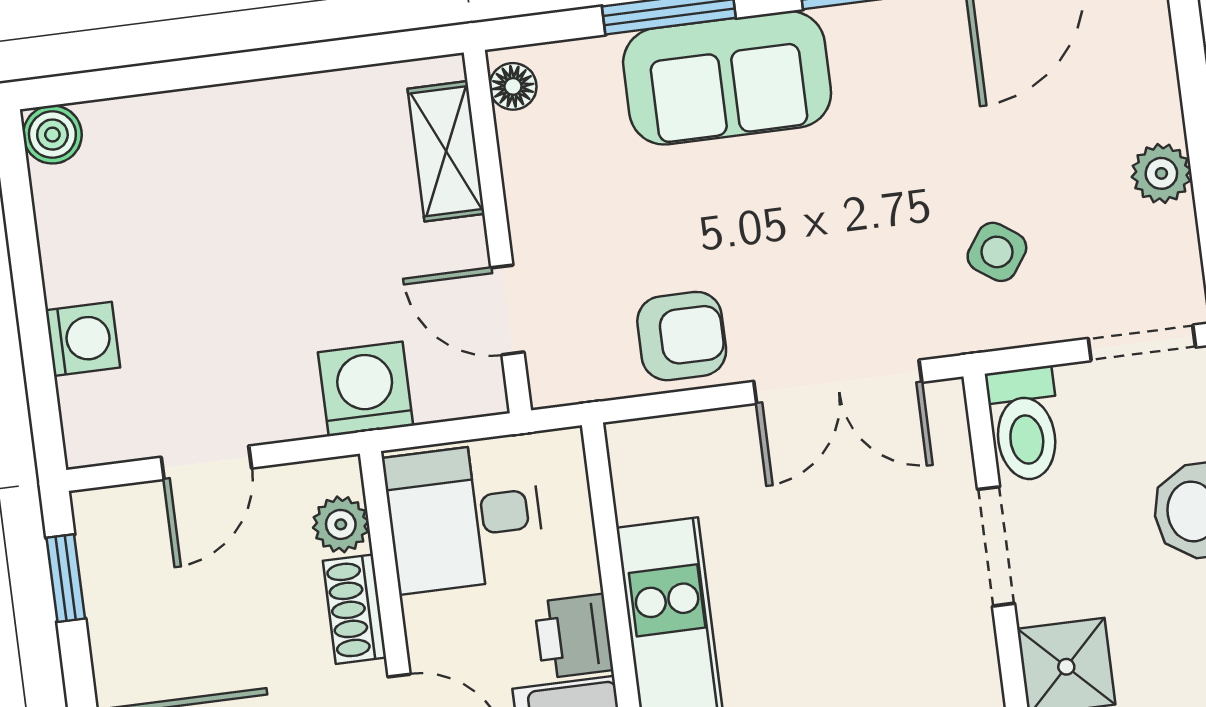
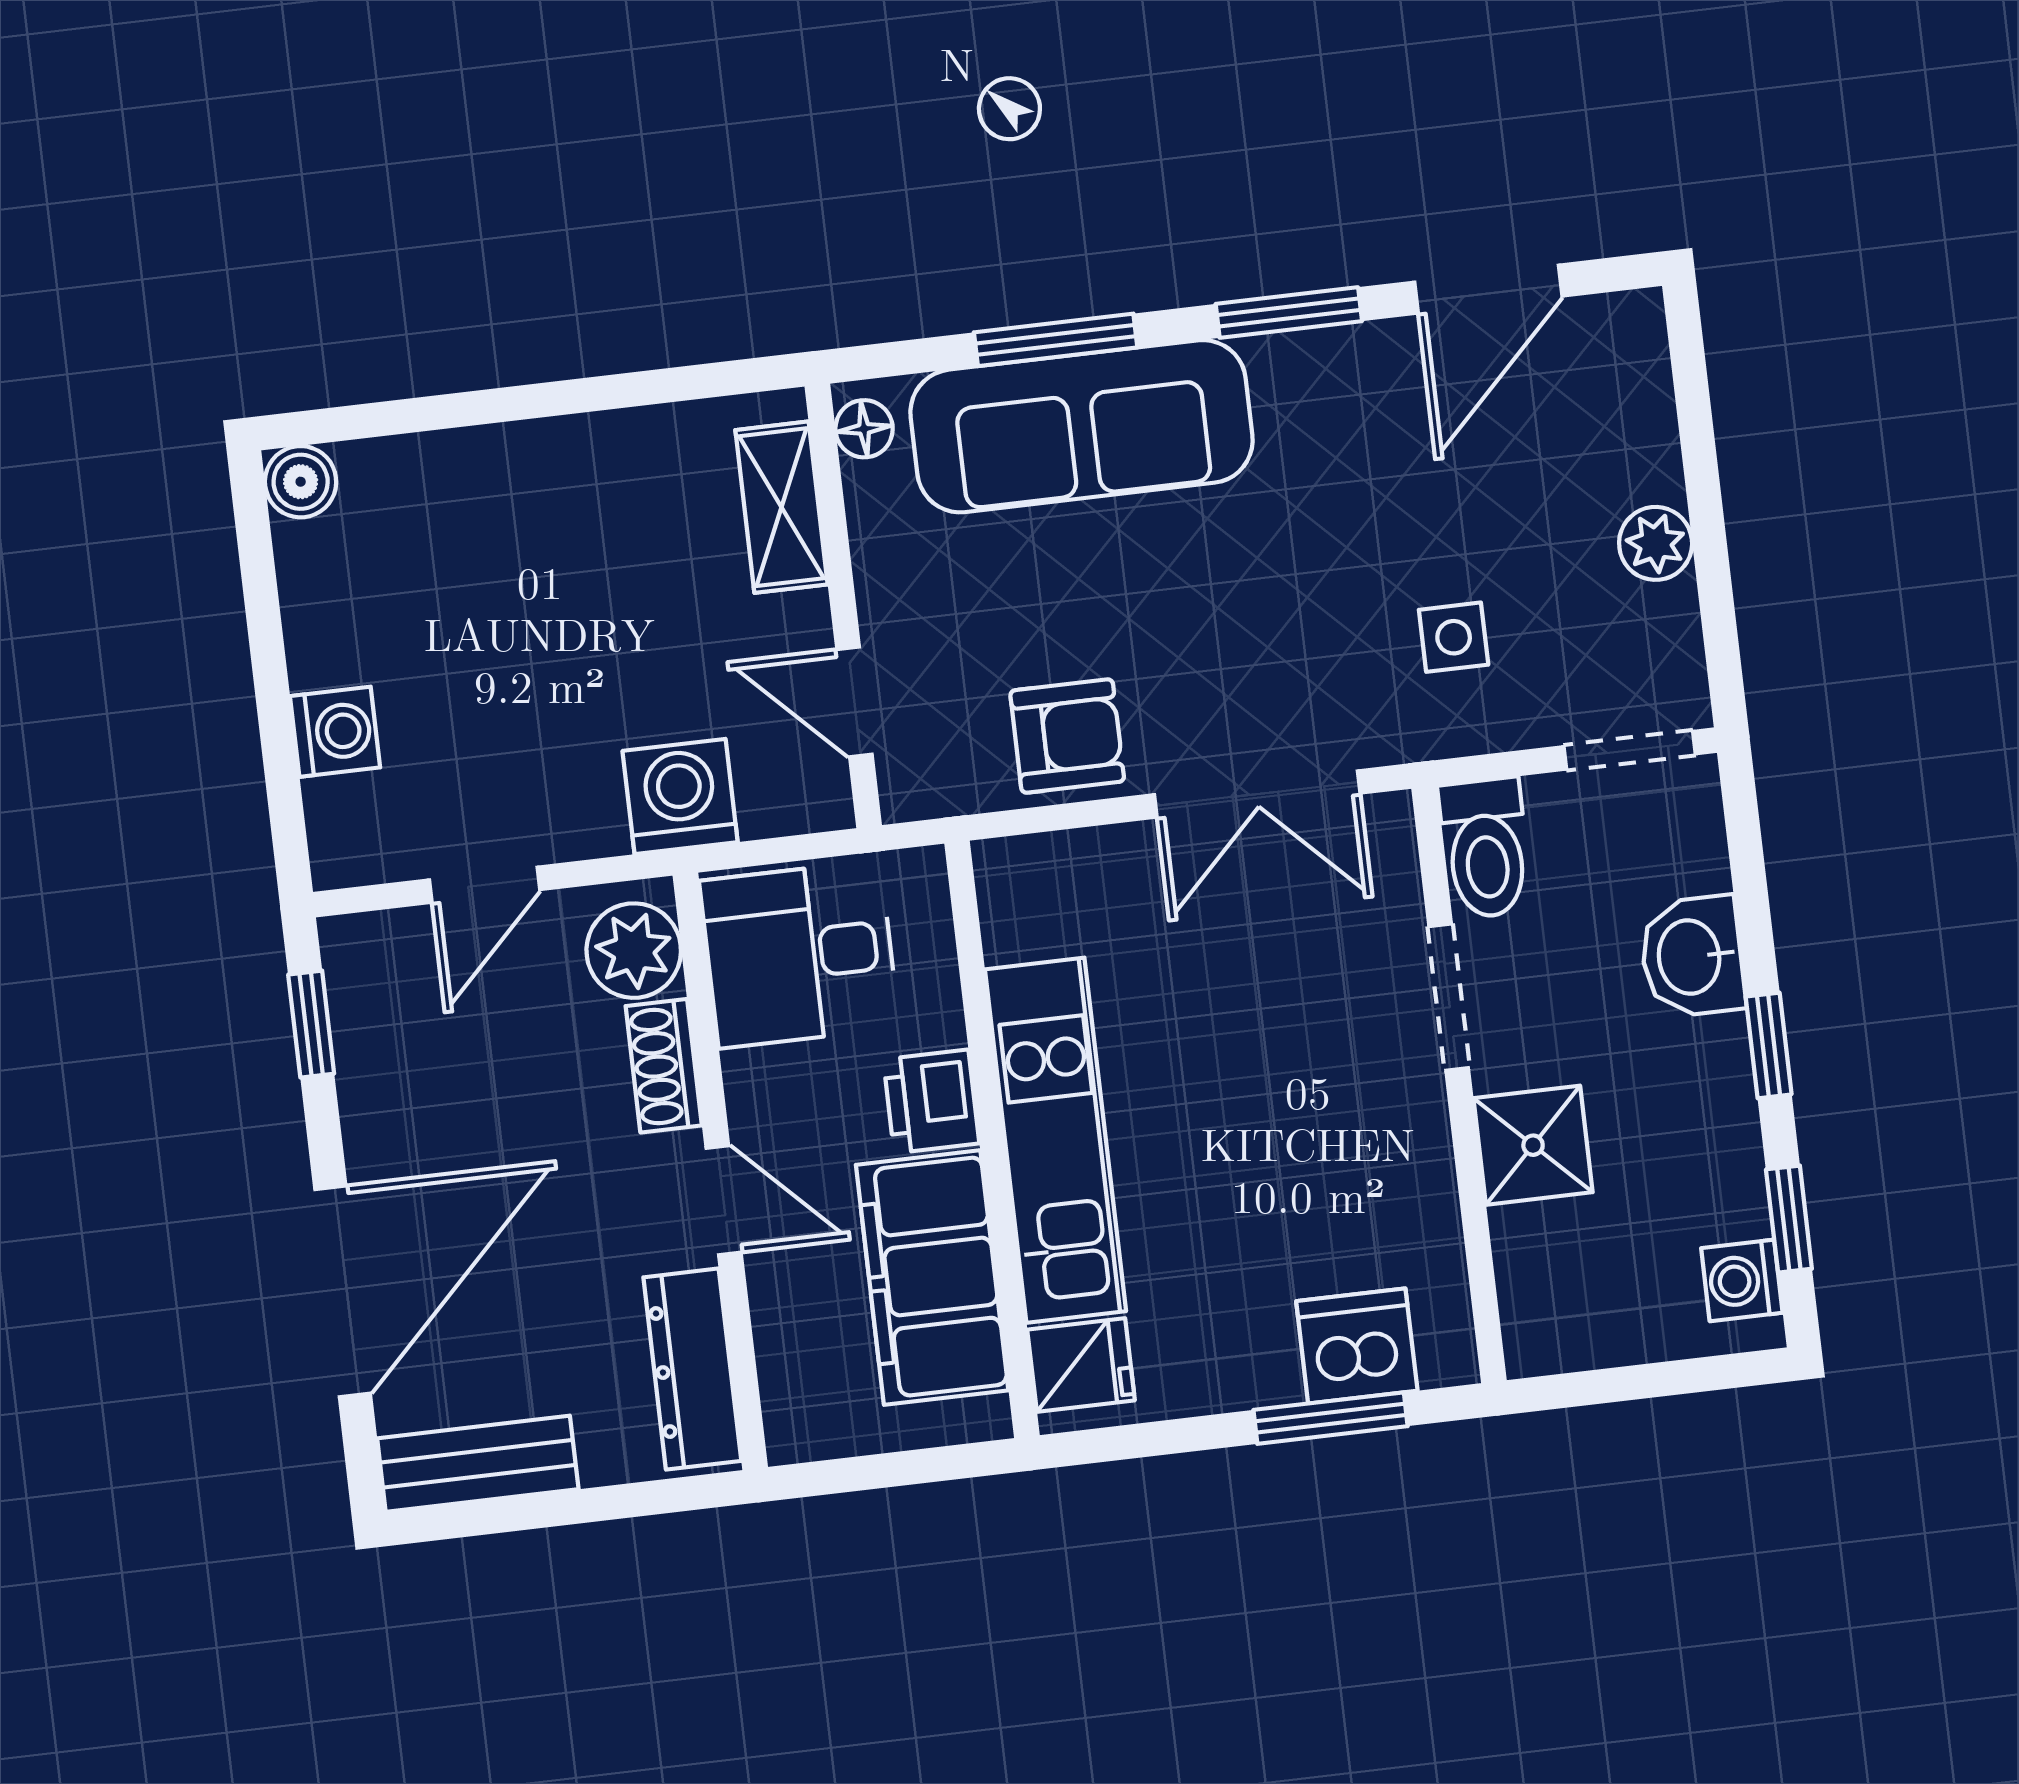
sofa: (727, 78) -> (1082, 426), width x1.36
side table: (997, 252) -> (1454, 637), turned -35
plant: (341, 524) -> (634, 951), width x1.38, depth x1.38

